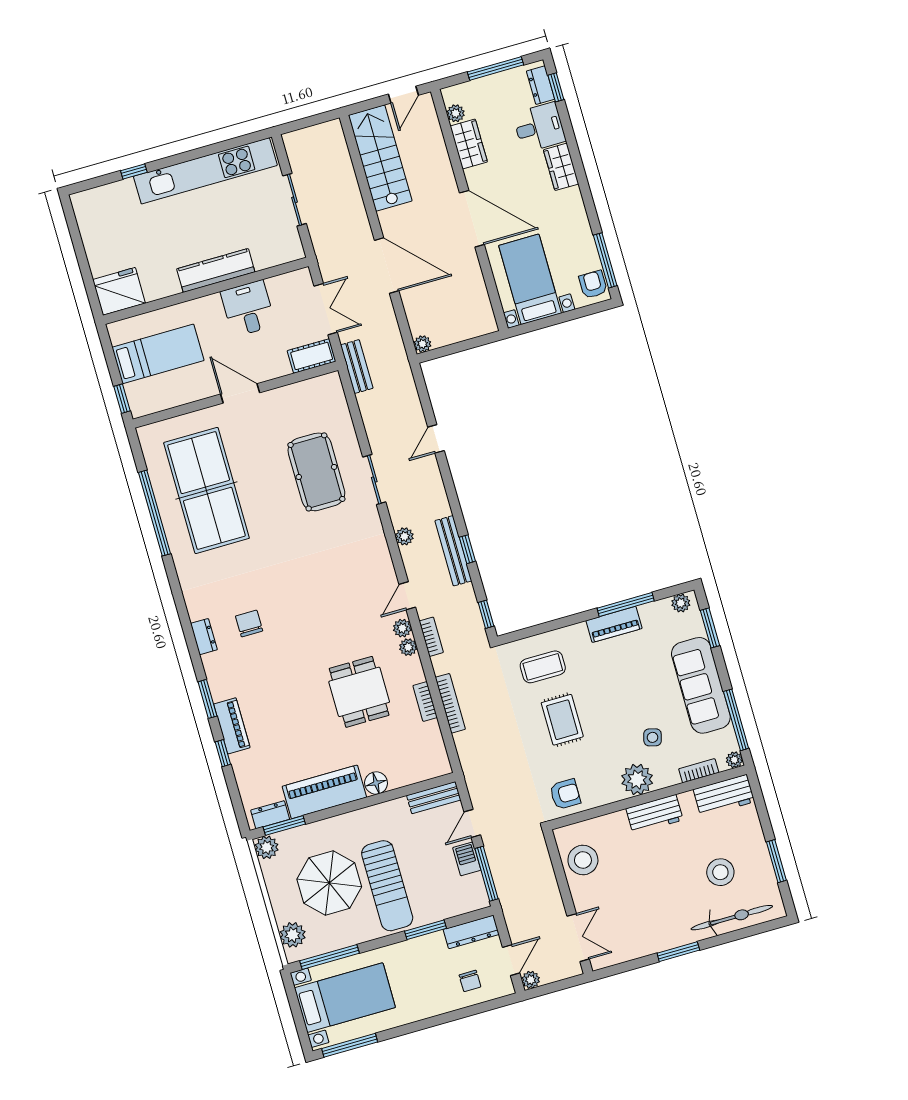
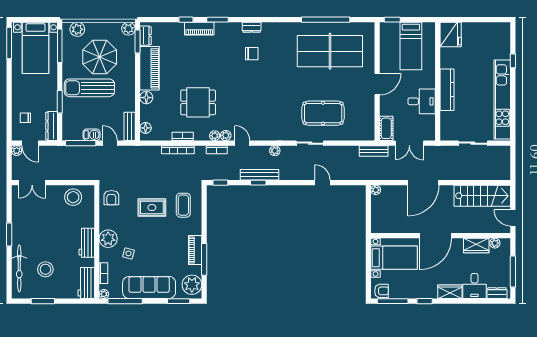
window: (556, 87) -> (425, 301), moved
plant: (681, 603) -> (192, 285), width x1.88, depth x1.88
floor lamp: (429, 769) -> (146, 128), added

